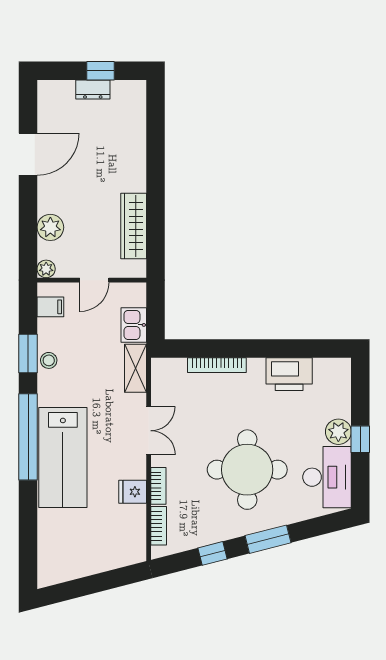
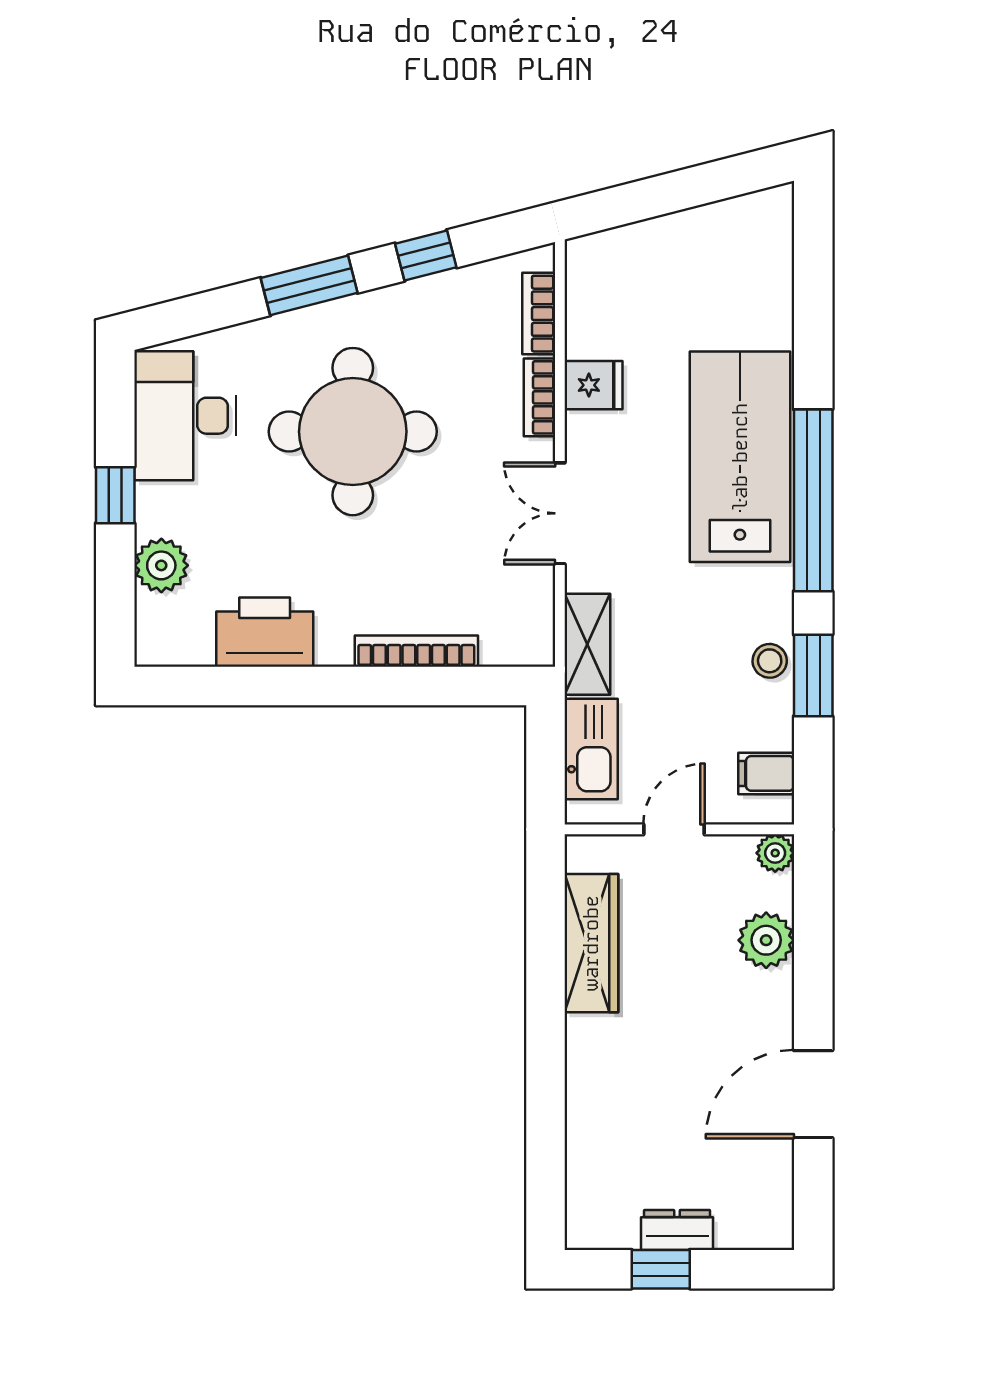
kitchen sink: (134, 325) -> (591, 749), width x1.38
plant: (338, 432) -> (161, 565), moved

